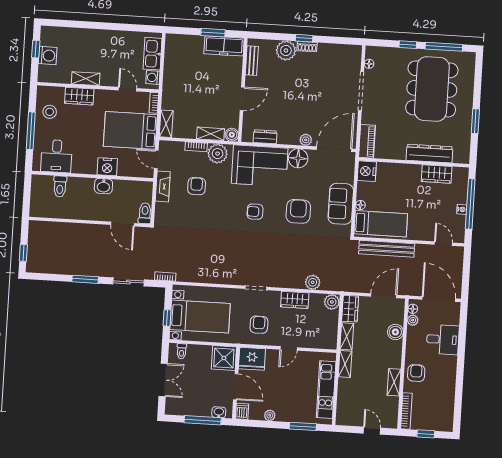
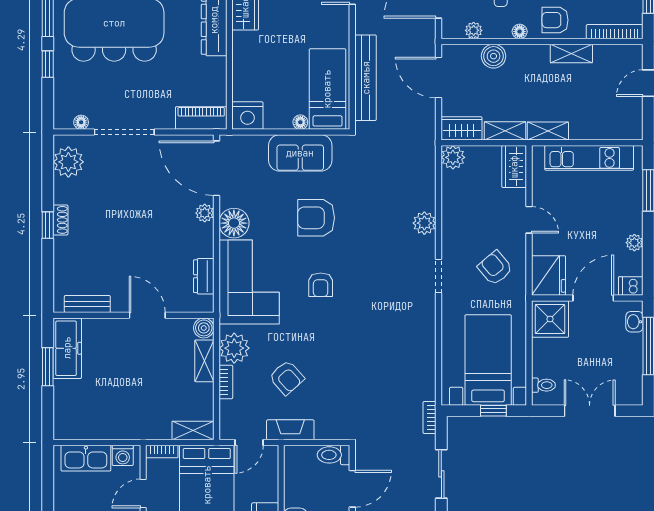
plant: (286, 51) -> (68, 162), moved
armchair: (197, 186) -> (287, 378), turned -132
plant: (313, 282) -> (424, 223), moved
wardrobe: (295, 300) -> (514, 167), moved, turned 180
floor lamp: (413, 309) -> (520, 32), moved
armchair: (259, 325) -> (495, 268), turned 50

